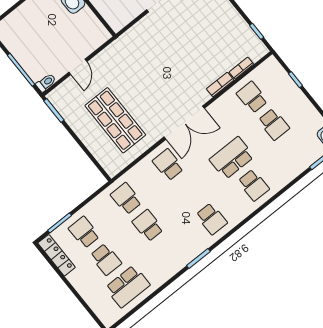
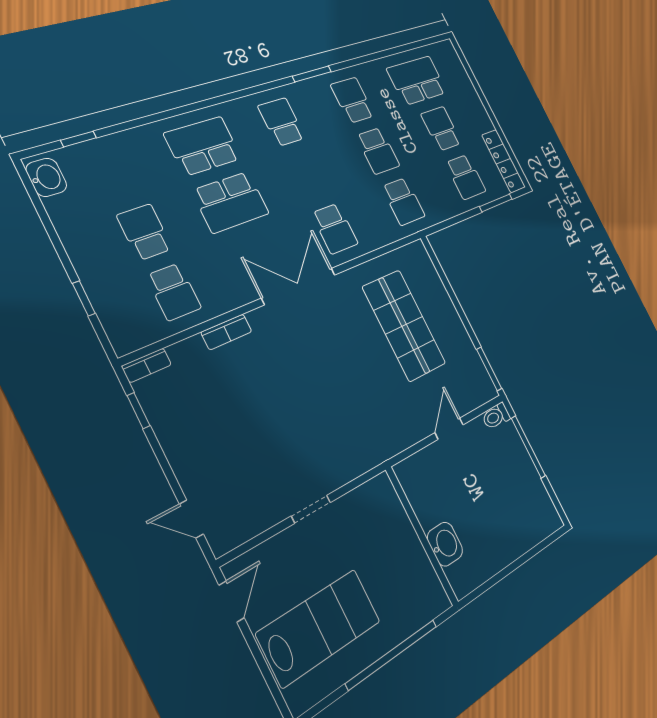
bookcase: (241, 68) -> (147, 365), moved
school desk: (254, 185) -> (203, 146), width x1.85
school desk: (170, 253) -> (353, 100), added

